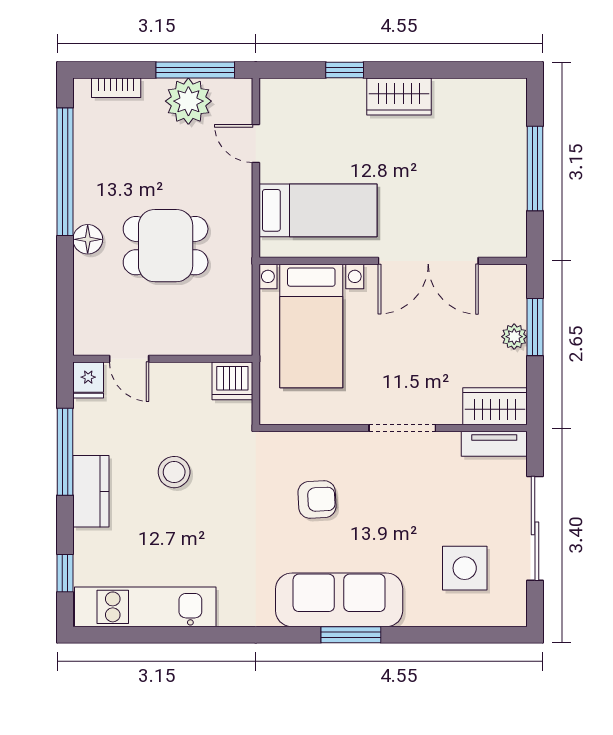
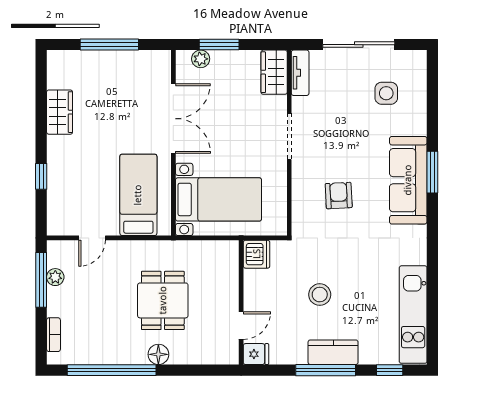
wardrobe: (399, 97) -> (60, 112), moved
plant: (188, 101) -> (55, 277), width x0.53, depth x0.53
plant: (514, 337) -> (201, 59), moved
window: (65, 452) -> (326, 370), moved
side table: (465, 568) -> (386, 93), width x0.73, depth x0.73

